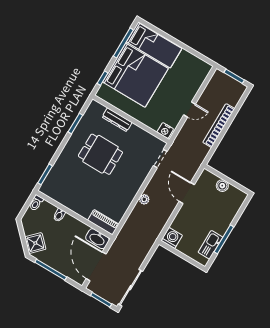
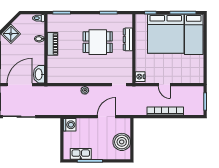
dining table: (100, 154) -> (98, 42), turned 90
boiler: (222, 186) -> (122, 142), width x1.86, depth x1.86
piano: (103, 222) -> (53, 44), moved

